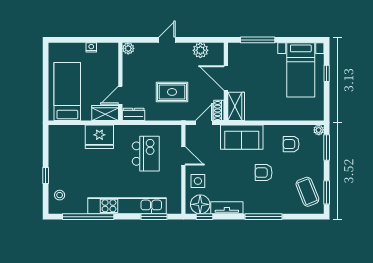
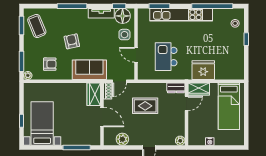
armchair: (264, 173) -> (72, 41), turned -102

